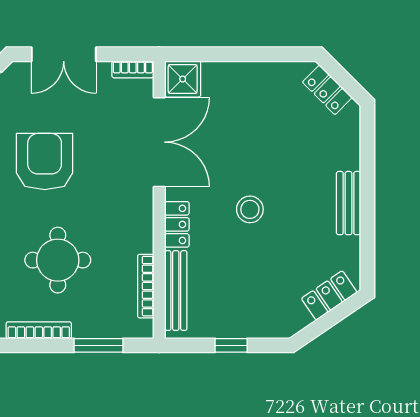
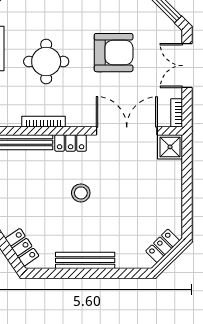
double door: (159, 142) -> (127, 131), swing flipped
bench: (349, 203) -> (85, 260), width x1.36
bookcase: (146, 286) -> (44, 122), moved

